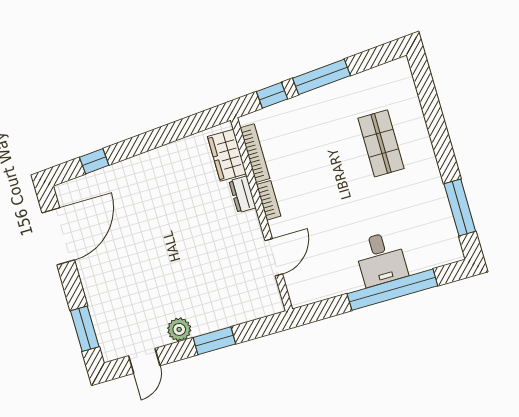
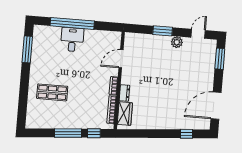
shop shelf: (381, 143) -> (52, 92), turned 90

